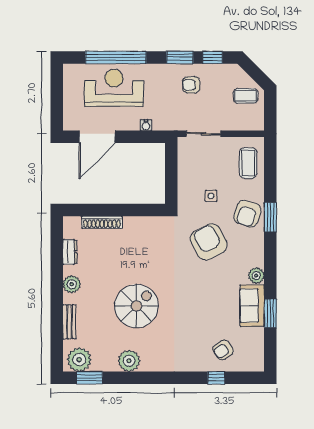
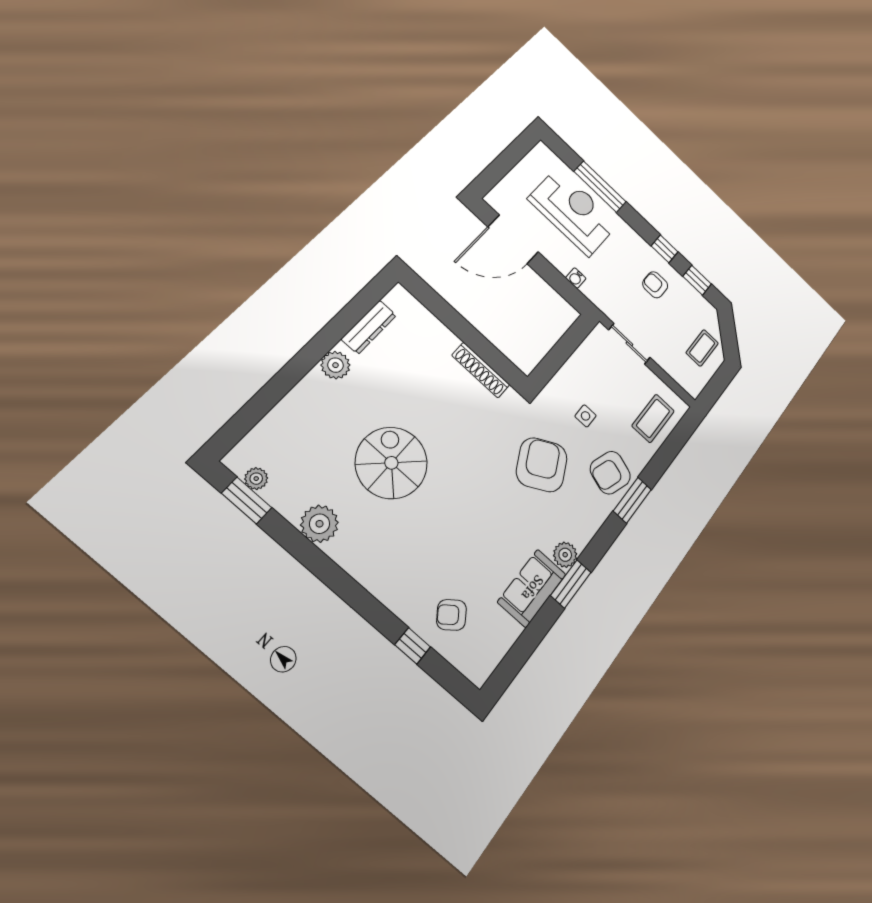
window: (116, 57) -> (600, 187), width x0.68
window: (180, 57) -> (665, 249), width x0.67
coffee table: (246, 96) -> (702, 348), turned 90
shoe rack: (102, 222) -> (481, 370), moved
dresser: (70, 252) -> (369, 327), width x1.44
spiral stairs: (136, 306) -> (391, 463), turned -90
window: (270, 313) -> (571, 584), moved
bench: (69, 322) -> (289, 407), removed
plant: (79, 360) -> (256, 479), width x0.53, depth x0.53

